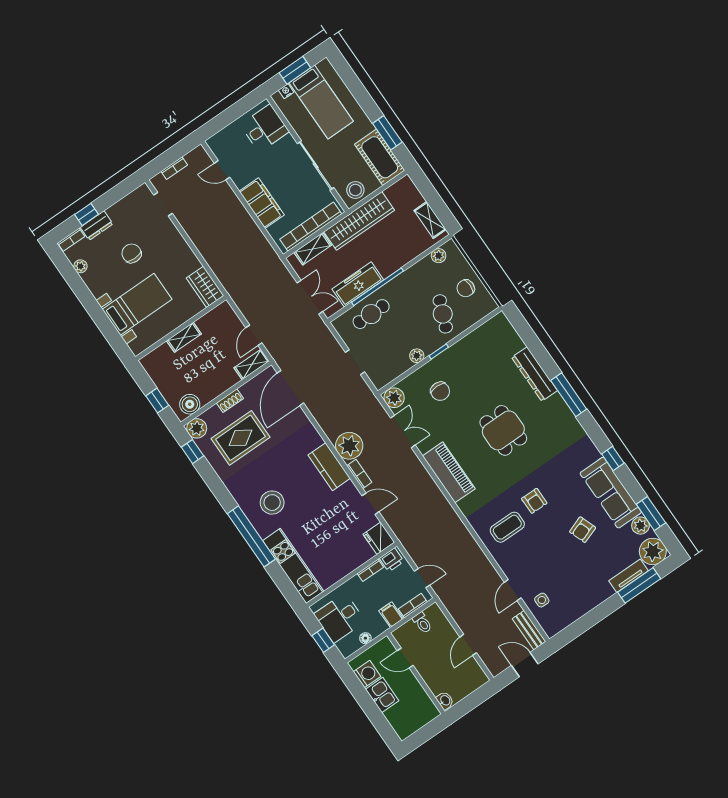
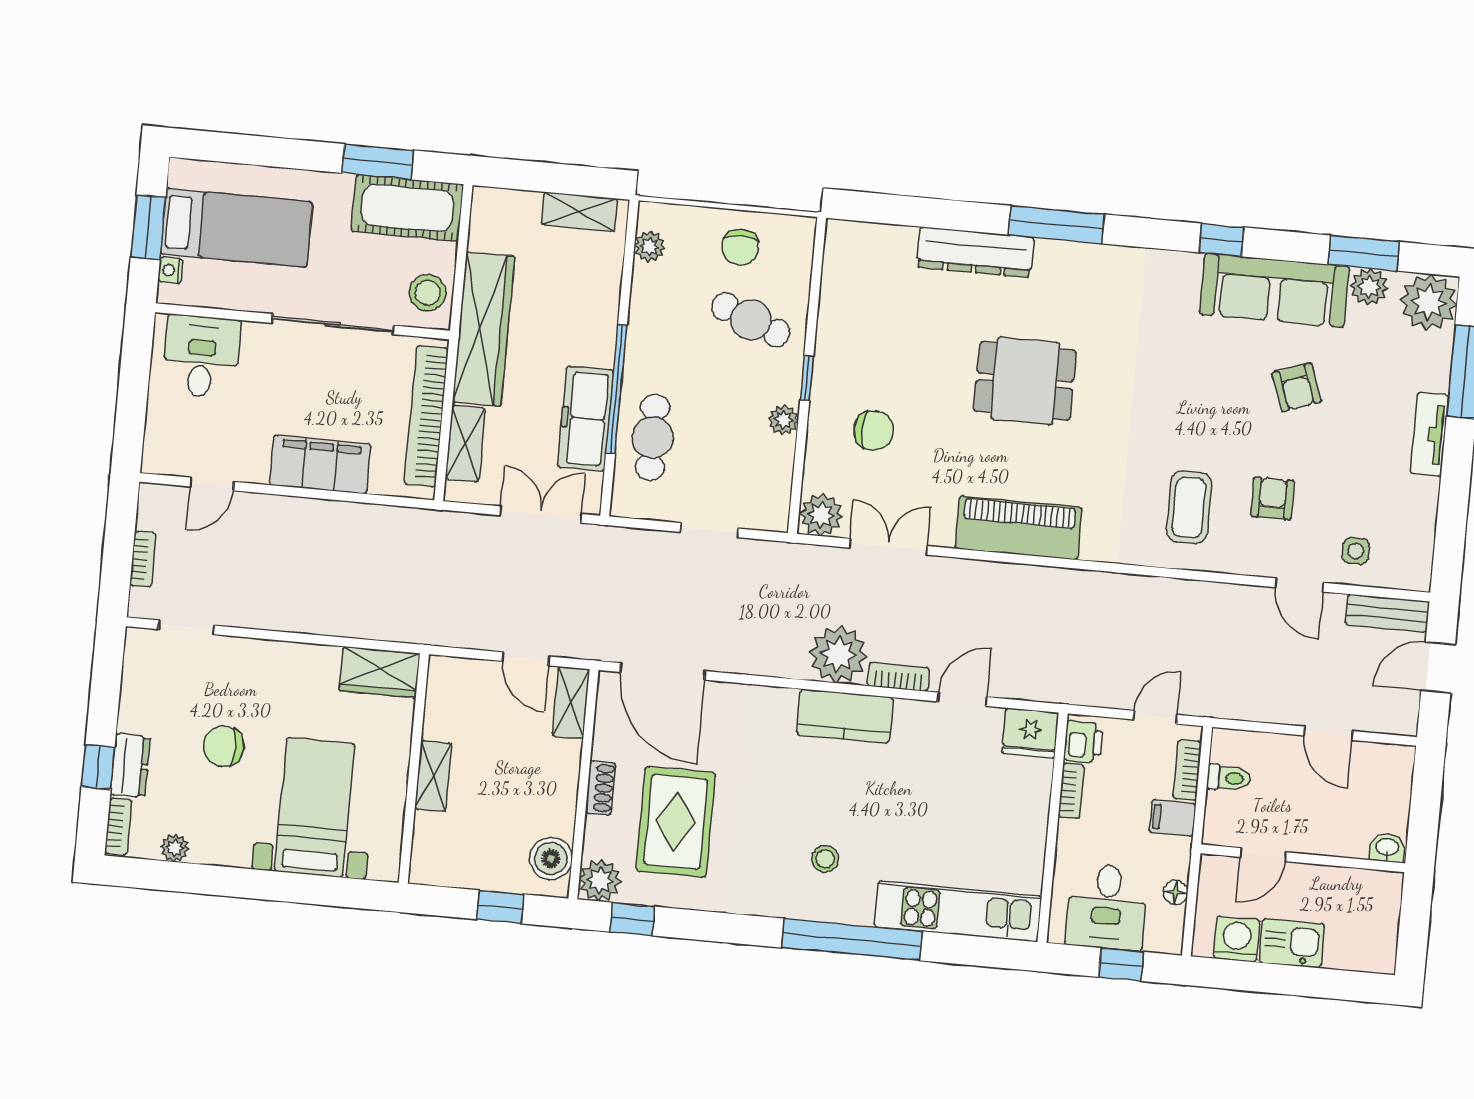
armchair: (534, 501) -> (1273, 498), moved, turned -90
stool: (272, 503) -> (825, 859), width x0.53, depth x0.53
tv unit: (628, 576) -> (1429, 434), moved

